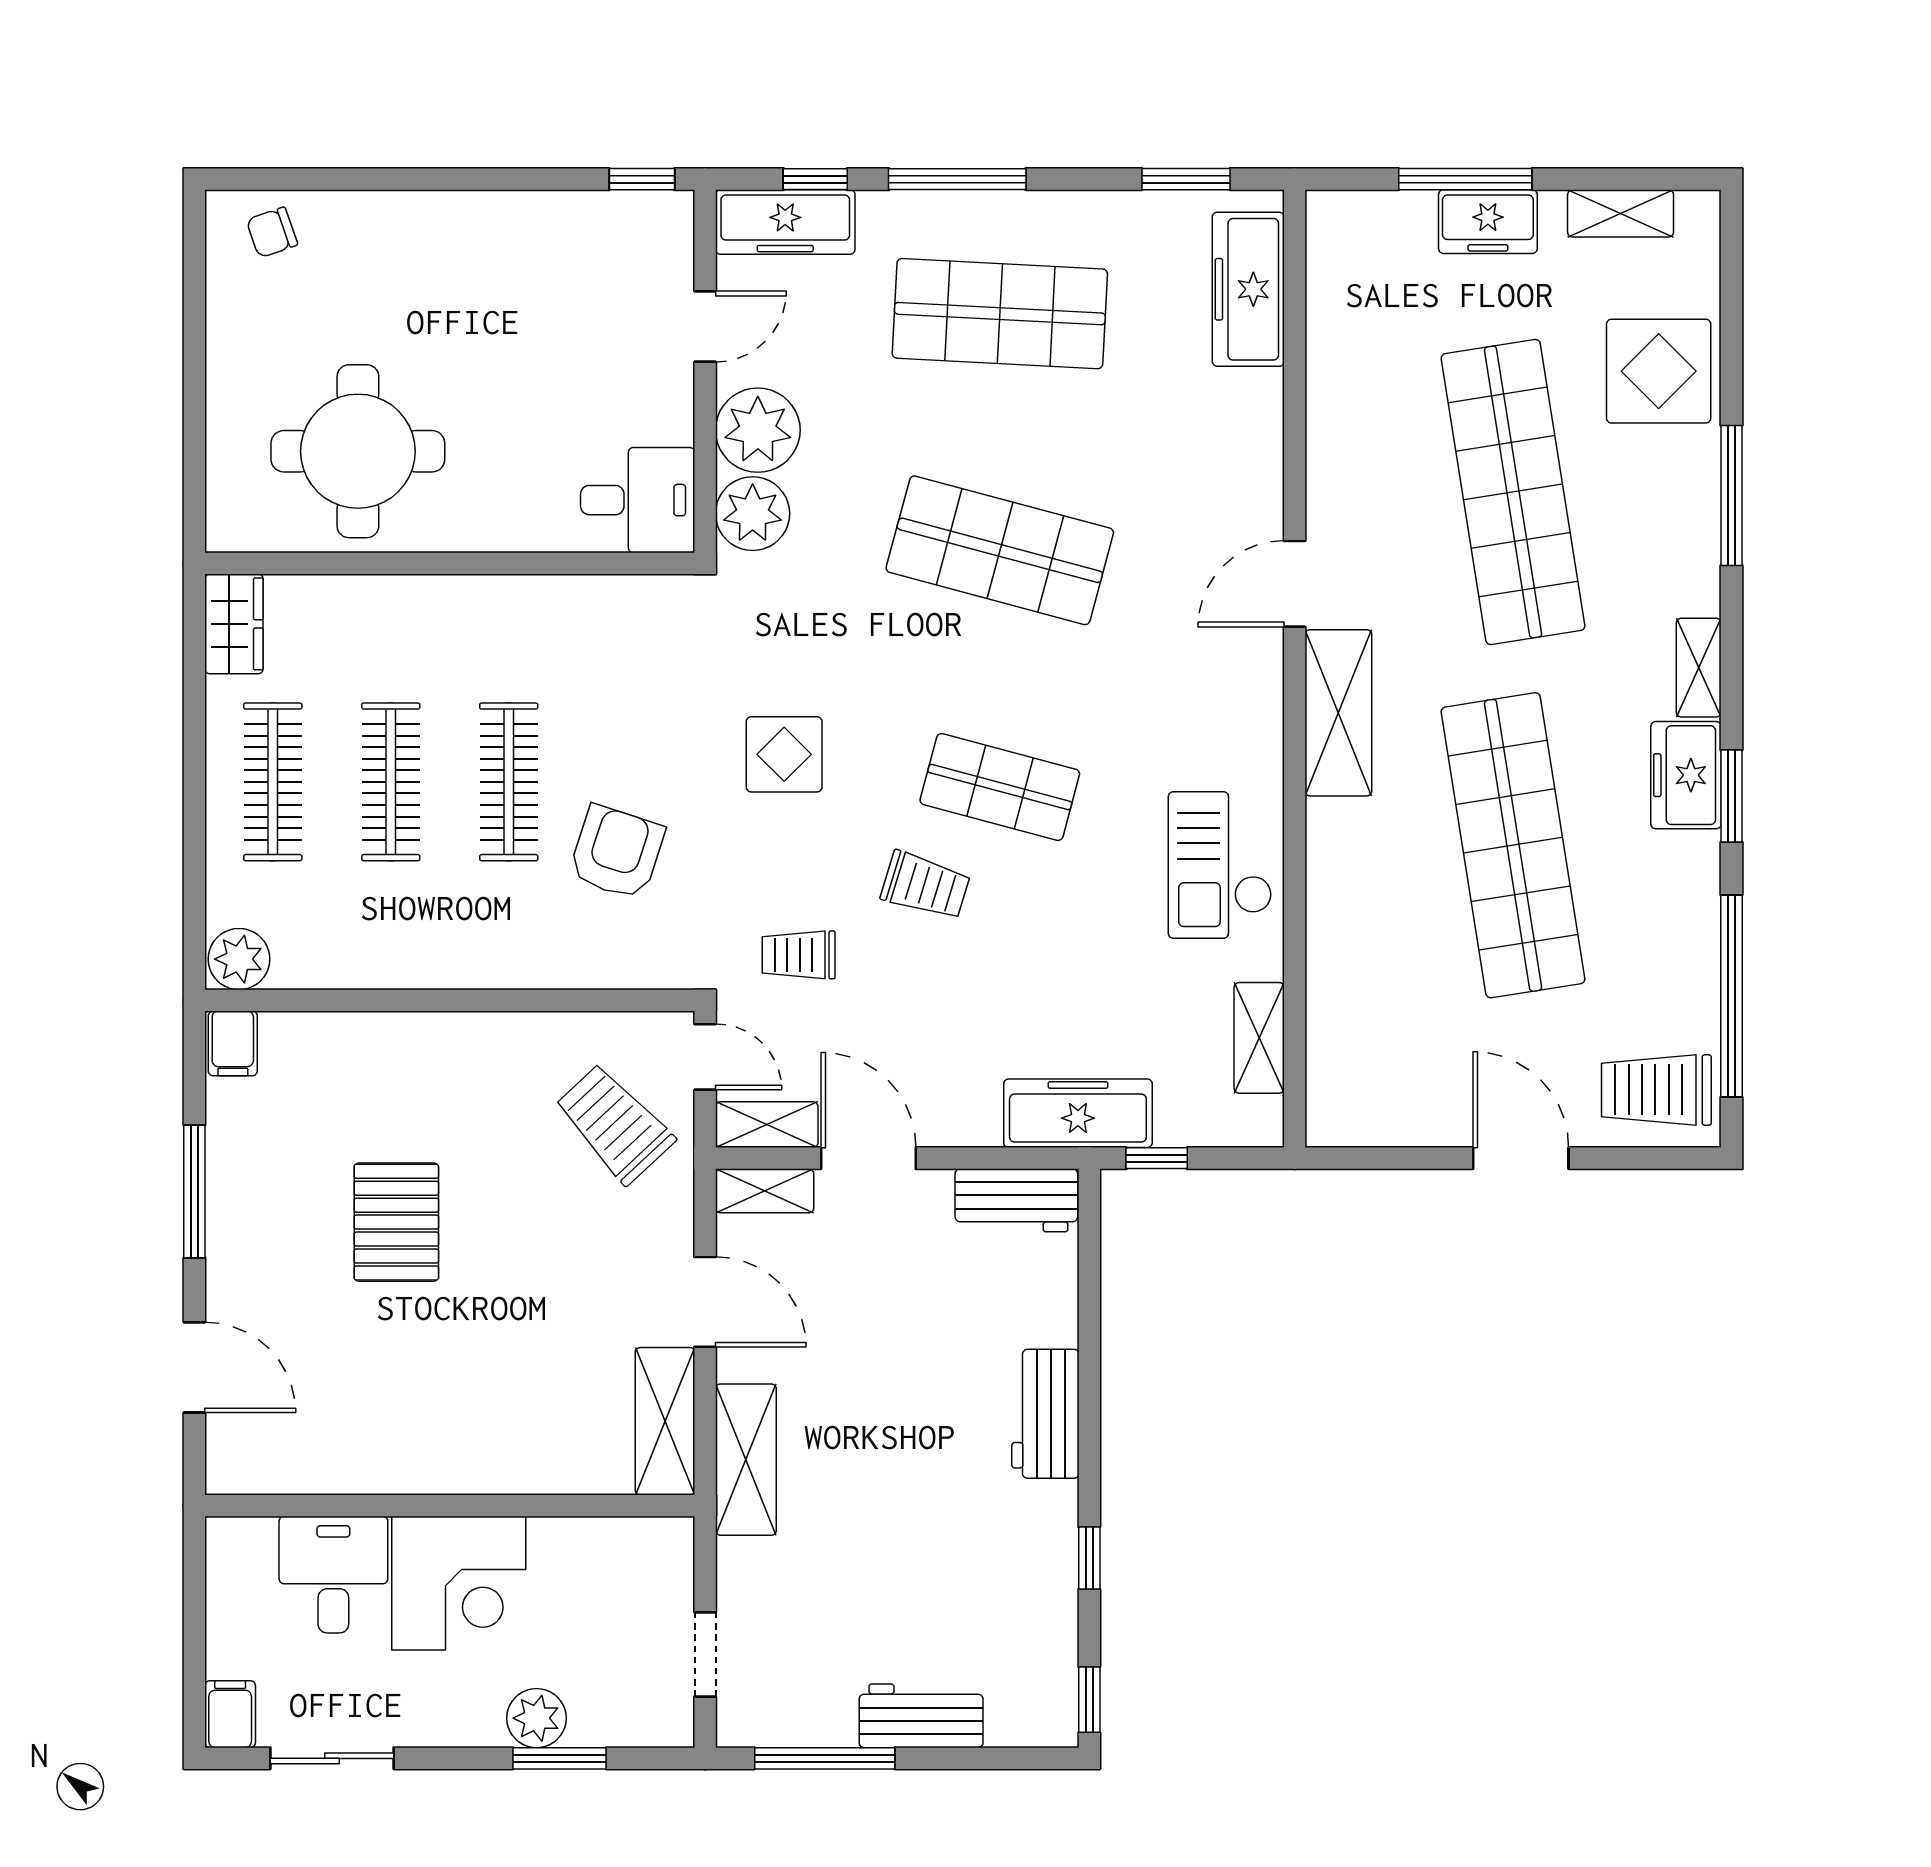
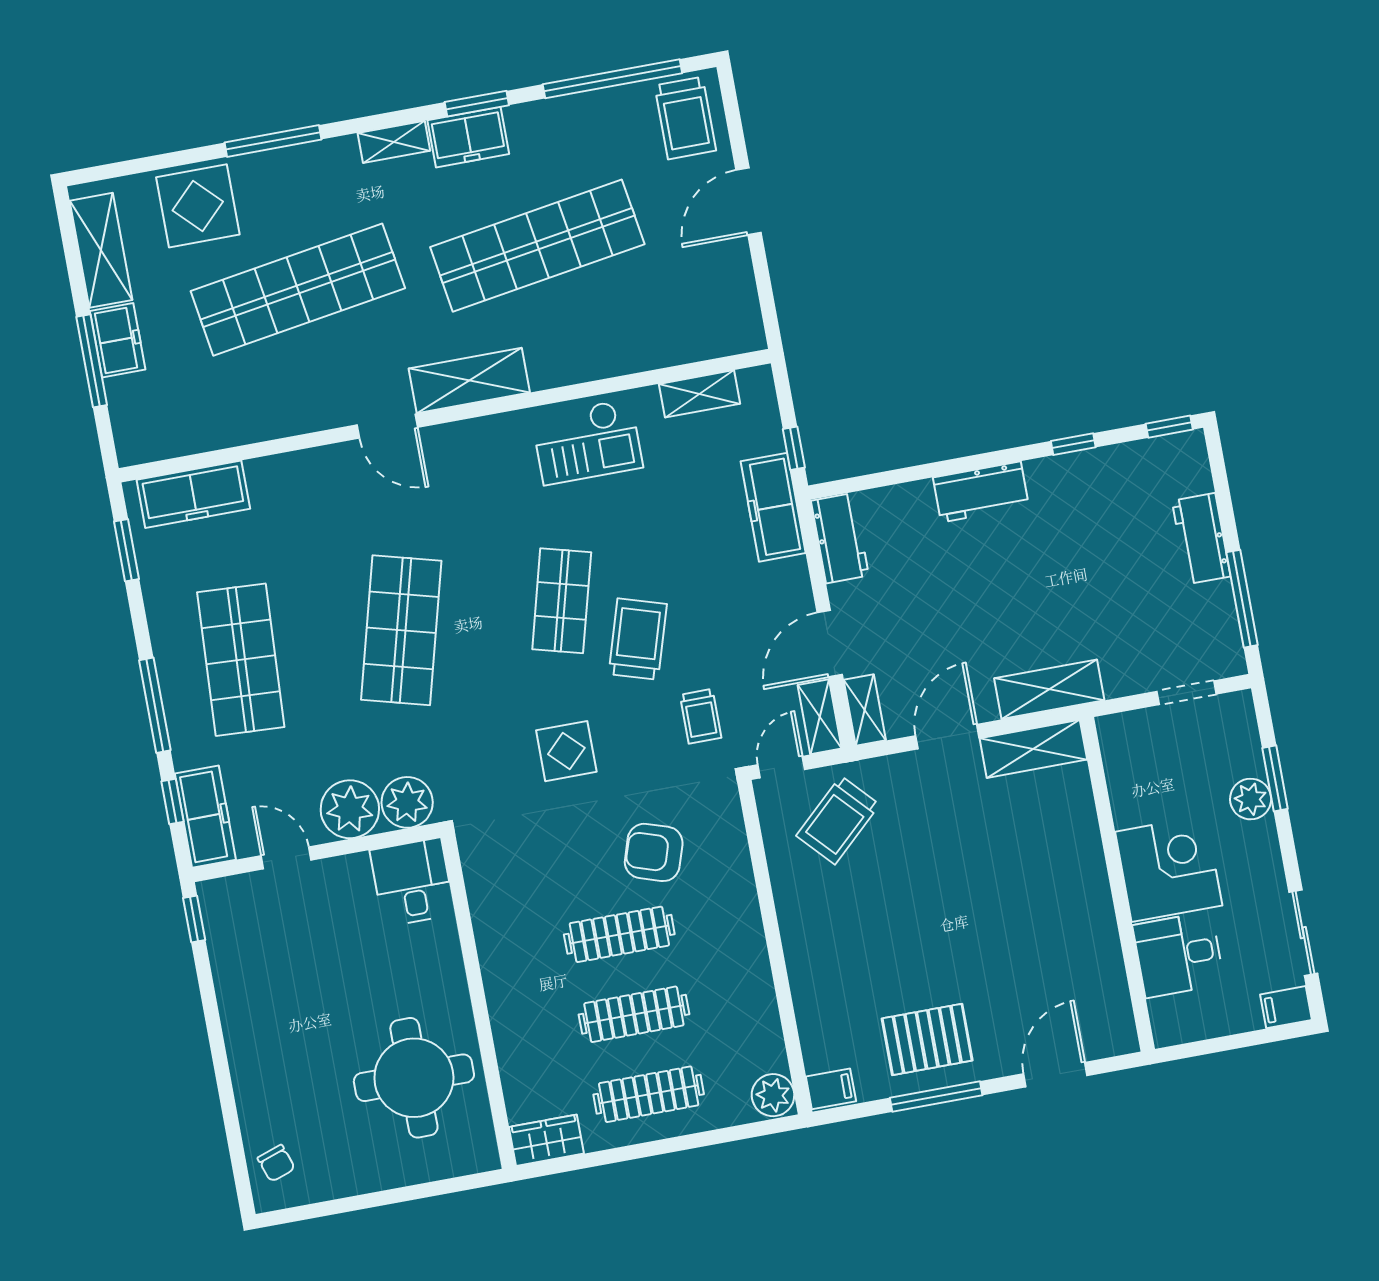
shelving: (1621, 213) -> (101, 250), width x1.50, depth x1.33
trolley: (925, 886) -> (638, 639), width x1.36, depth x1.39
pallet: (396, 1222) -> (927, 1039), moved

